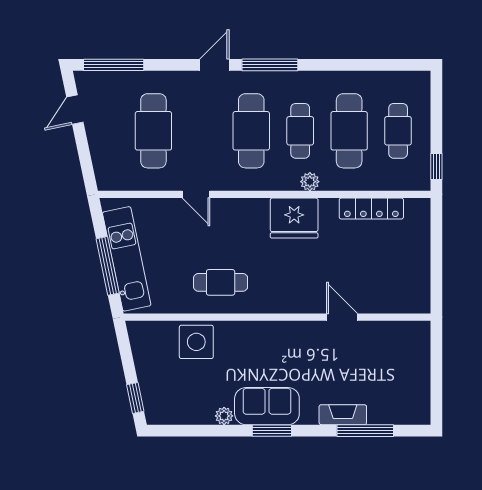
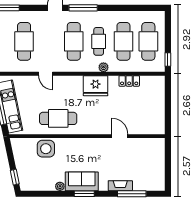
cafe table: (398, 131) -> (148, 41), width x1.37, depth x1.35
locker: (371, 209) -> (129, 81), width x0.66
cafe table: (221, 282) -> (58, 118), width x1.37, depth x1.35

